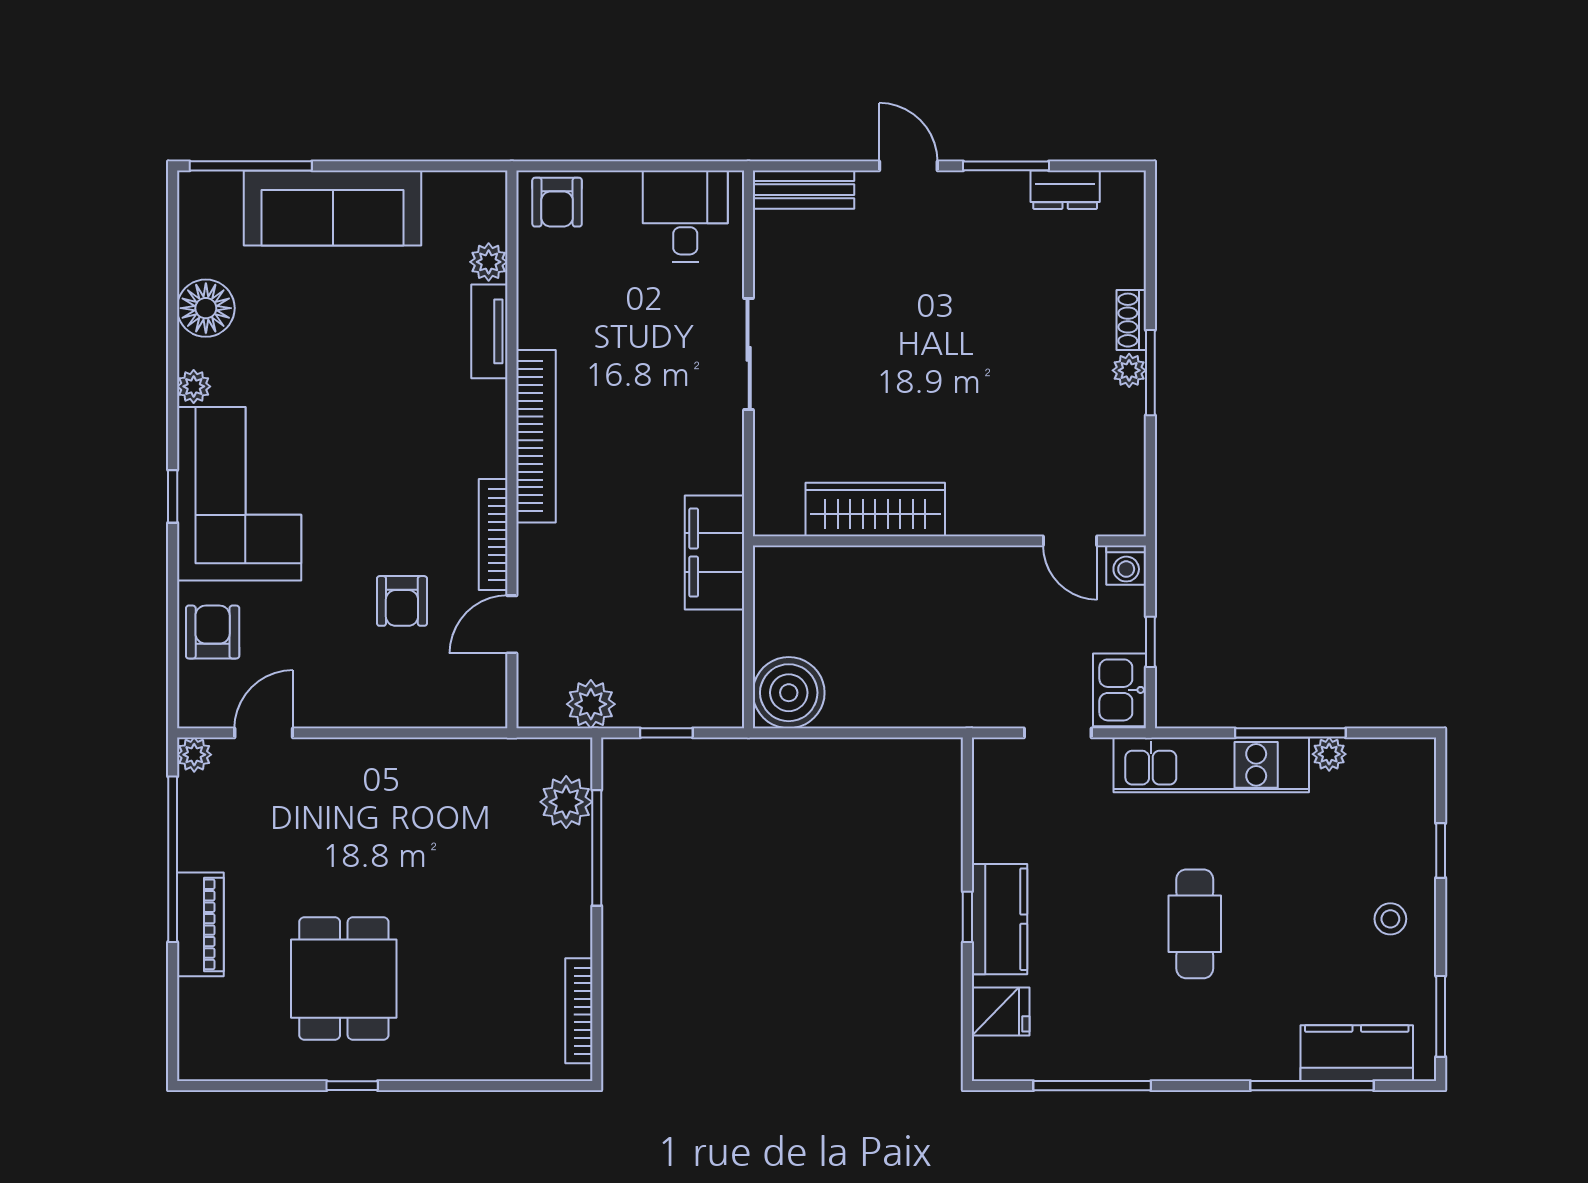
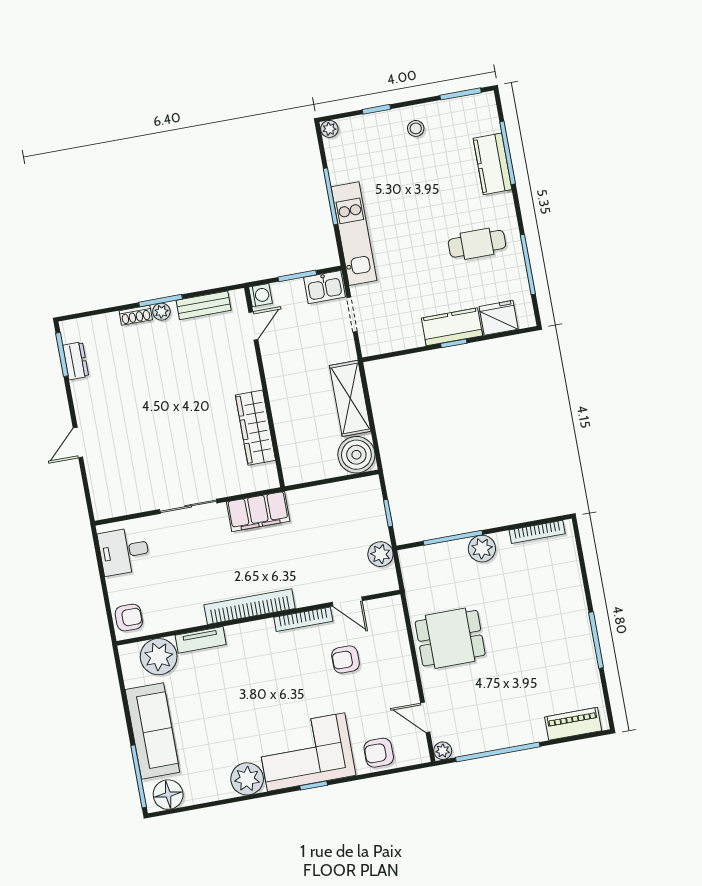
window: (1006, 166) -> (62, 355), moved
bench: (804, 190) -> (204, 305), moved, turned 90
plant: (489, 262) -> (159, 657), width x1.87, depth x1.87
floor lamp: (206, 308) -> (168, 795), moved
plant: (194, 386) -> (247, 779), width x1.88, depth x1.88
filing cabinet: (714, 553) -> (258, 511), moved
armchair: (402, 601) -> (346, 659), turned 180
window: (1150, 642) -> (297, 276), width x1.50
shelving: (898, 700) -> (350, 398), added
plant: (1329, 754) -> (329, 129), moved
plant: (566, 802) -> (482, 549), moved
piano: (200, 924) -> (573, 724), moved
cafe table: (1195, 924) -> (477, 244), moved
dining table: (344, 979) -> (450, 638), moved
fridge: (1001, 1011) -> (499, 318), width x1.38
kitchen counter: (1357, 1053) -> (493, 164), moved
window: (352, 1086) -> (596, 640), width x2.17

